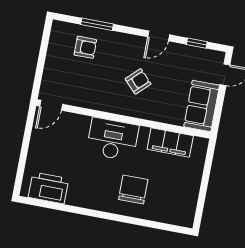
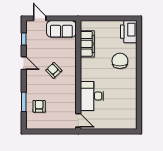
desk: (113, 139) -> (92, 96), moved
printer: (48, 188) -> (129, 32), moved
chair: (133, 189) -> (120, 61), turned 90

